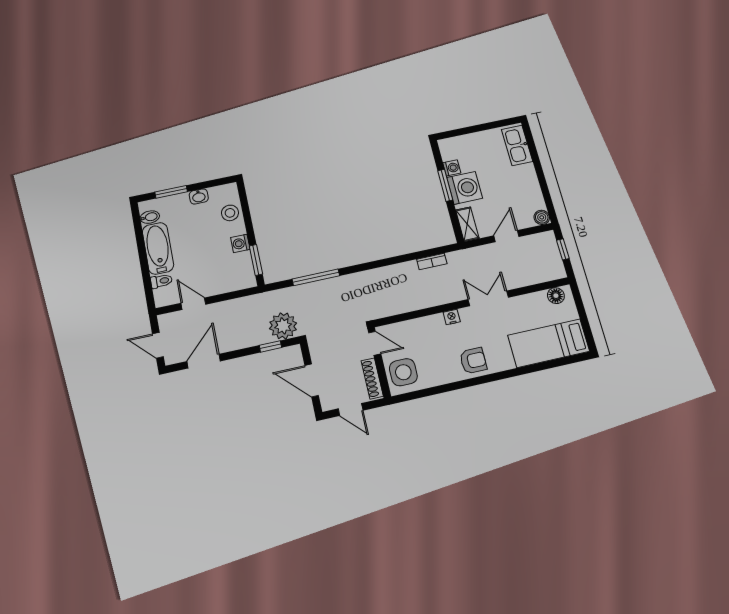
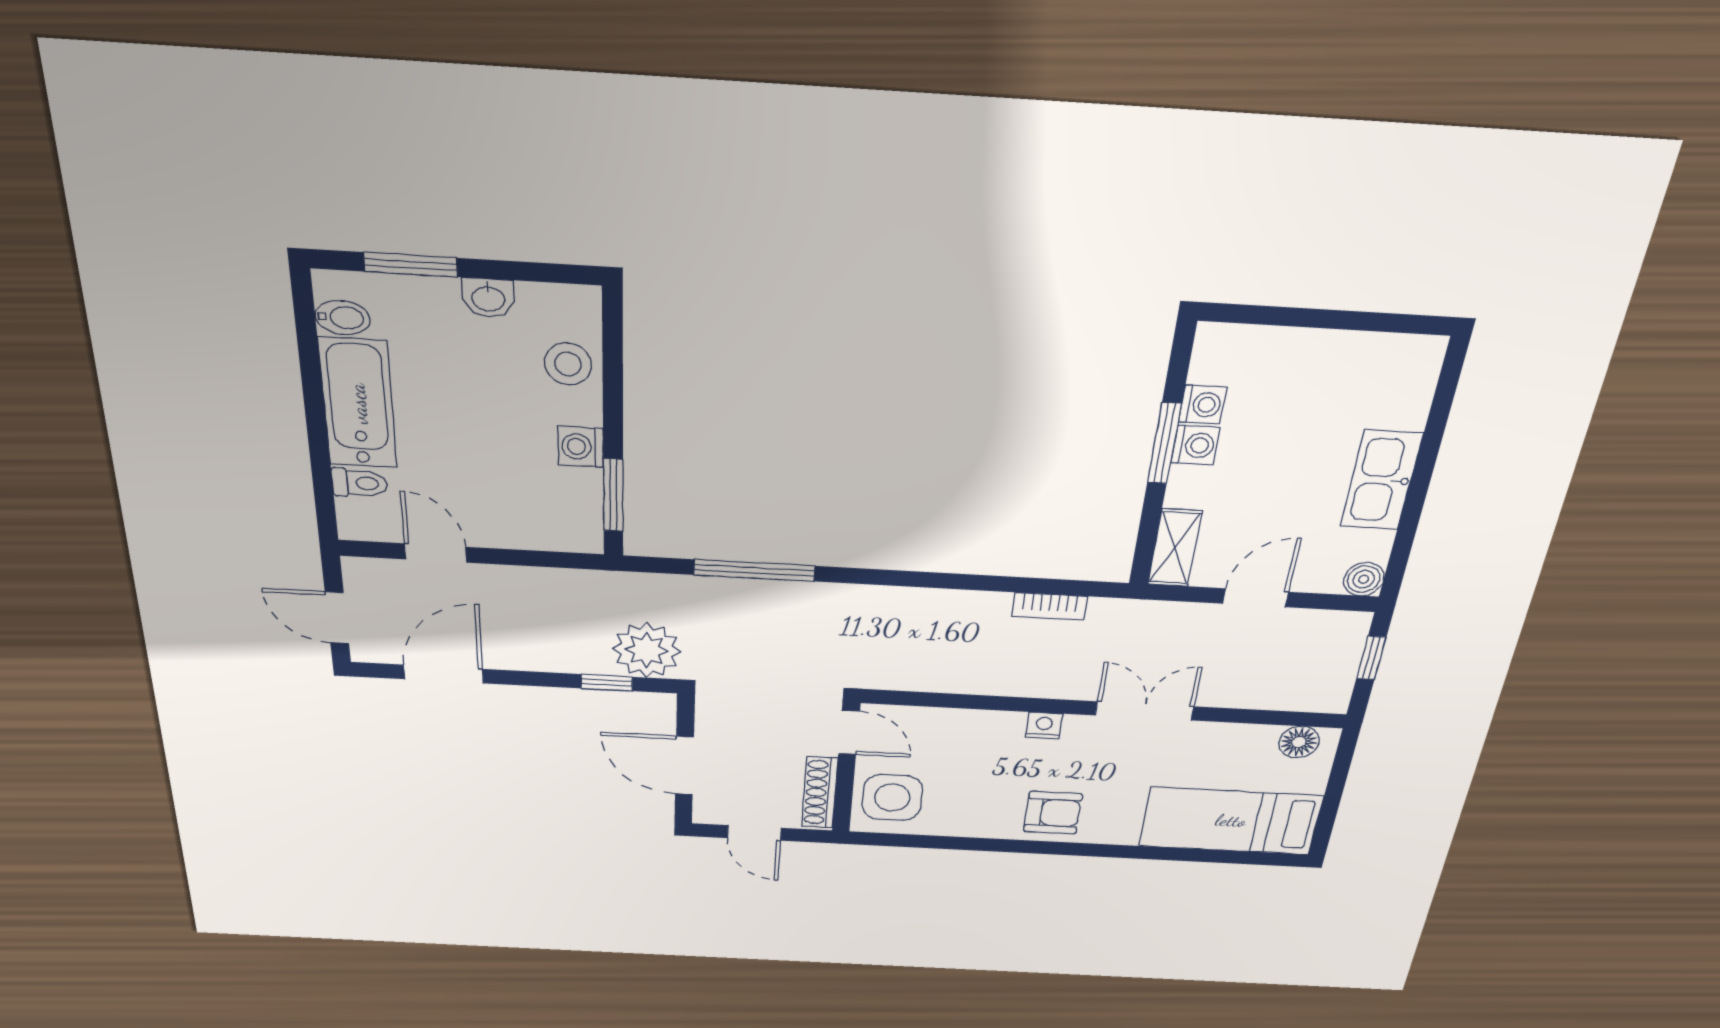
kitchen sink: (517, 145) -> (1381, 480), moved
washing machine: (465, 188) -> (1195, 445), width x0.53, depth x0.53

